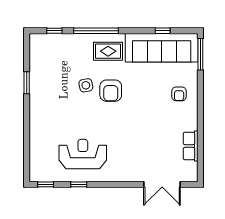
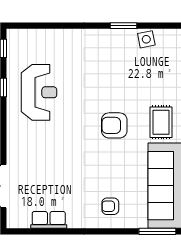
side table: (86, 85) -> (146, 39), moved

